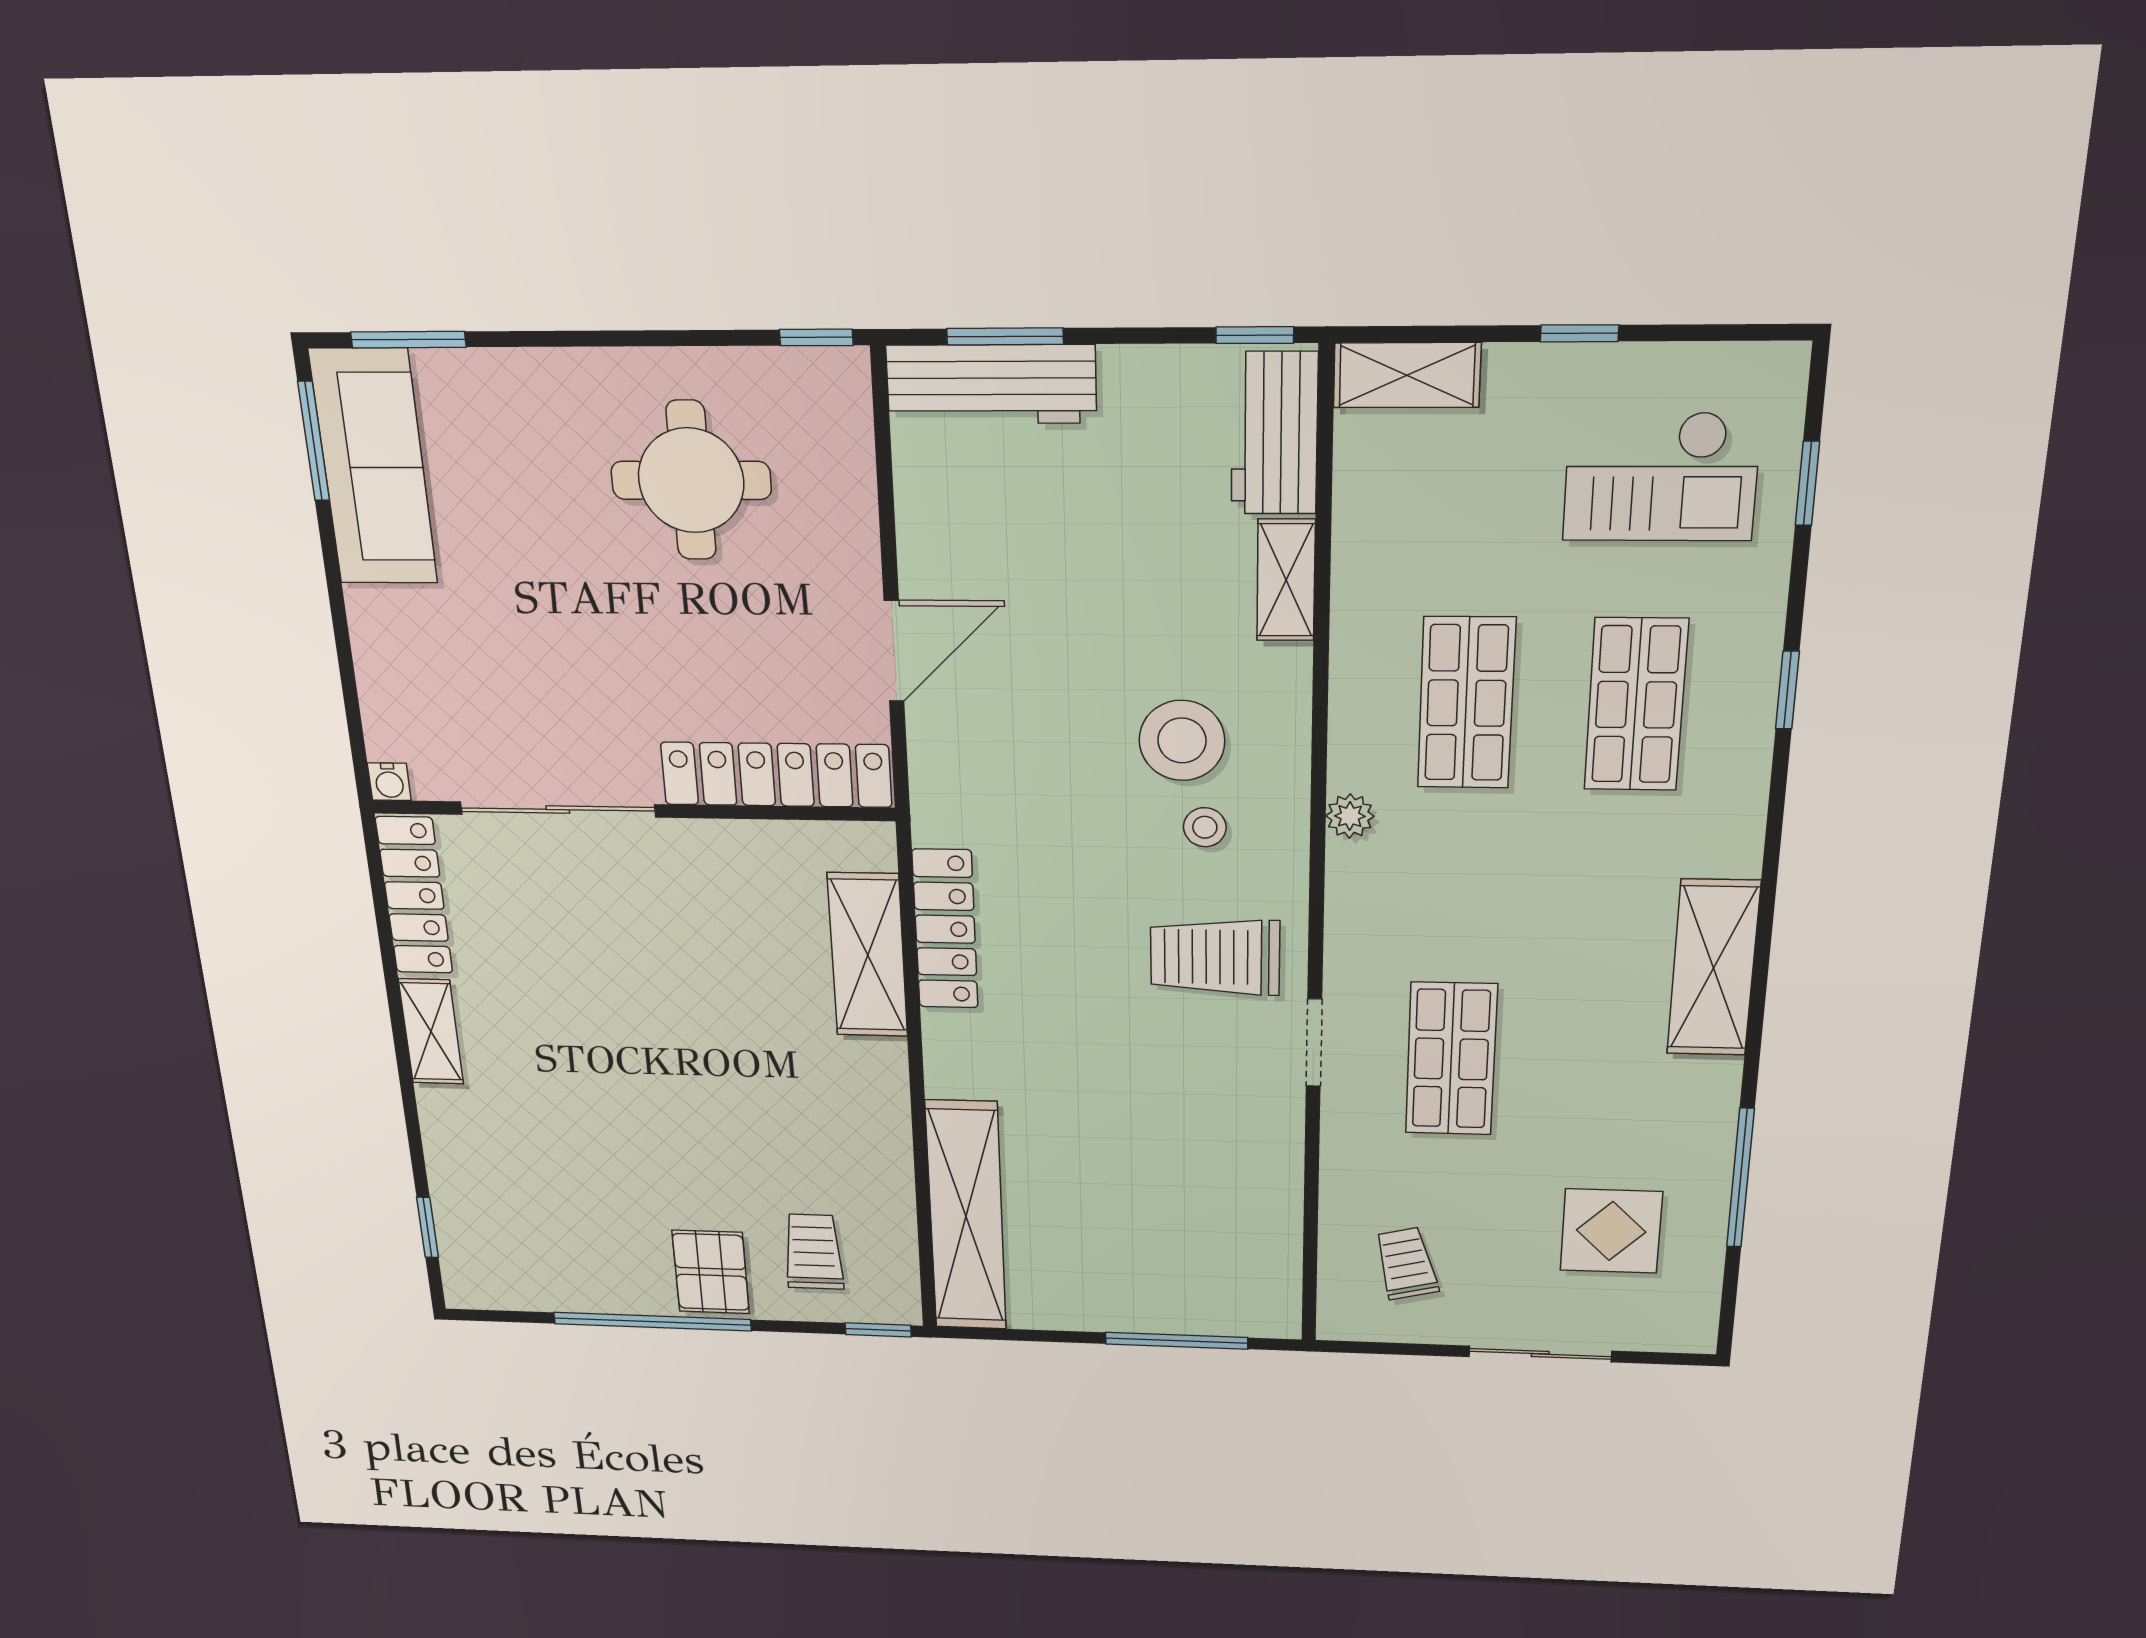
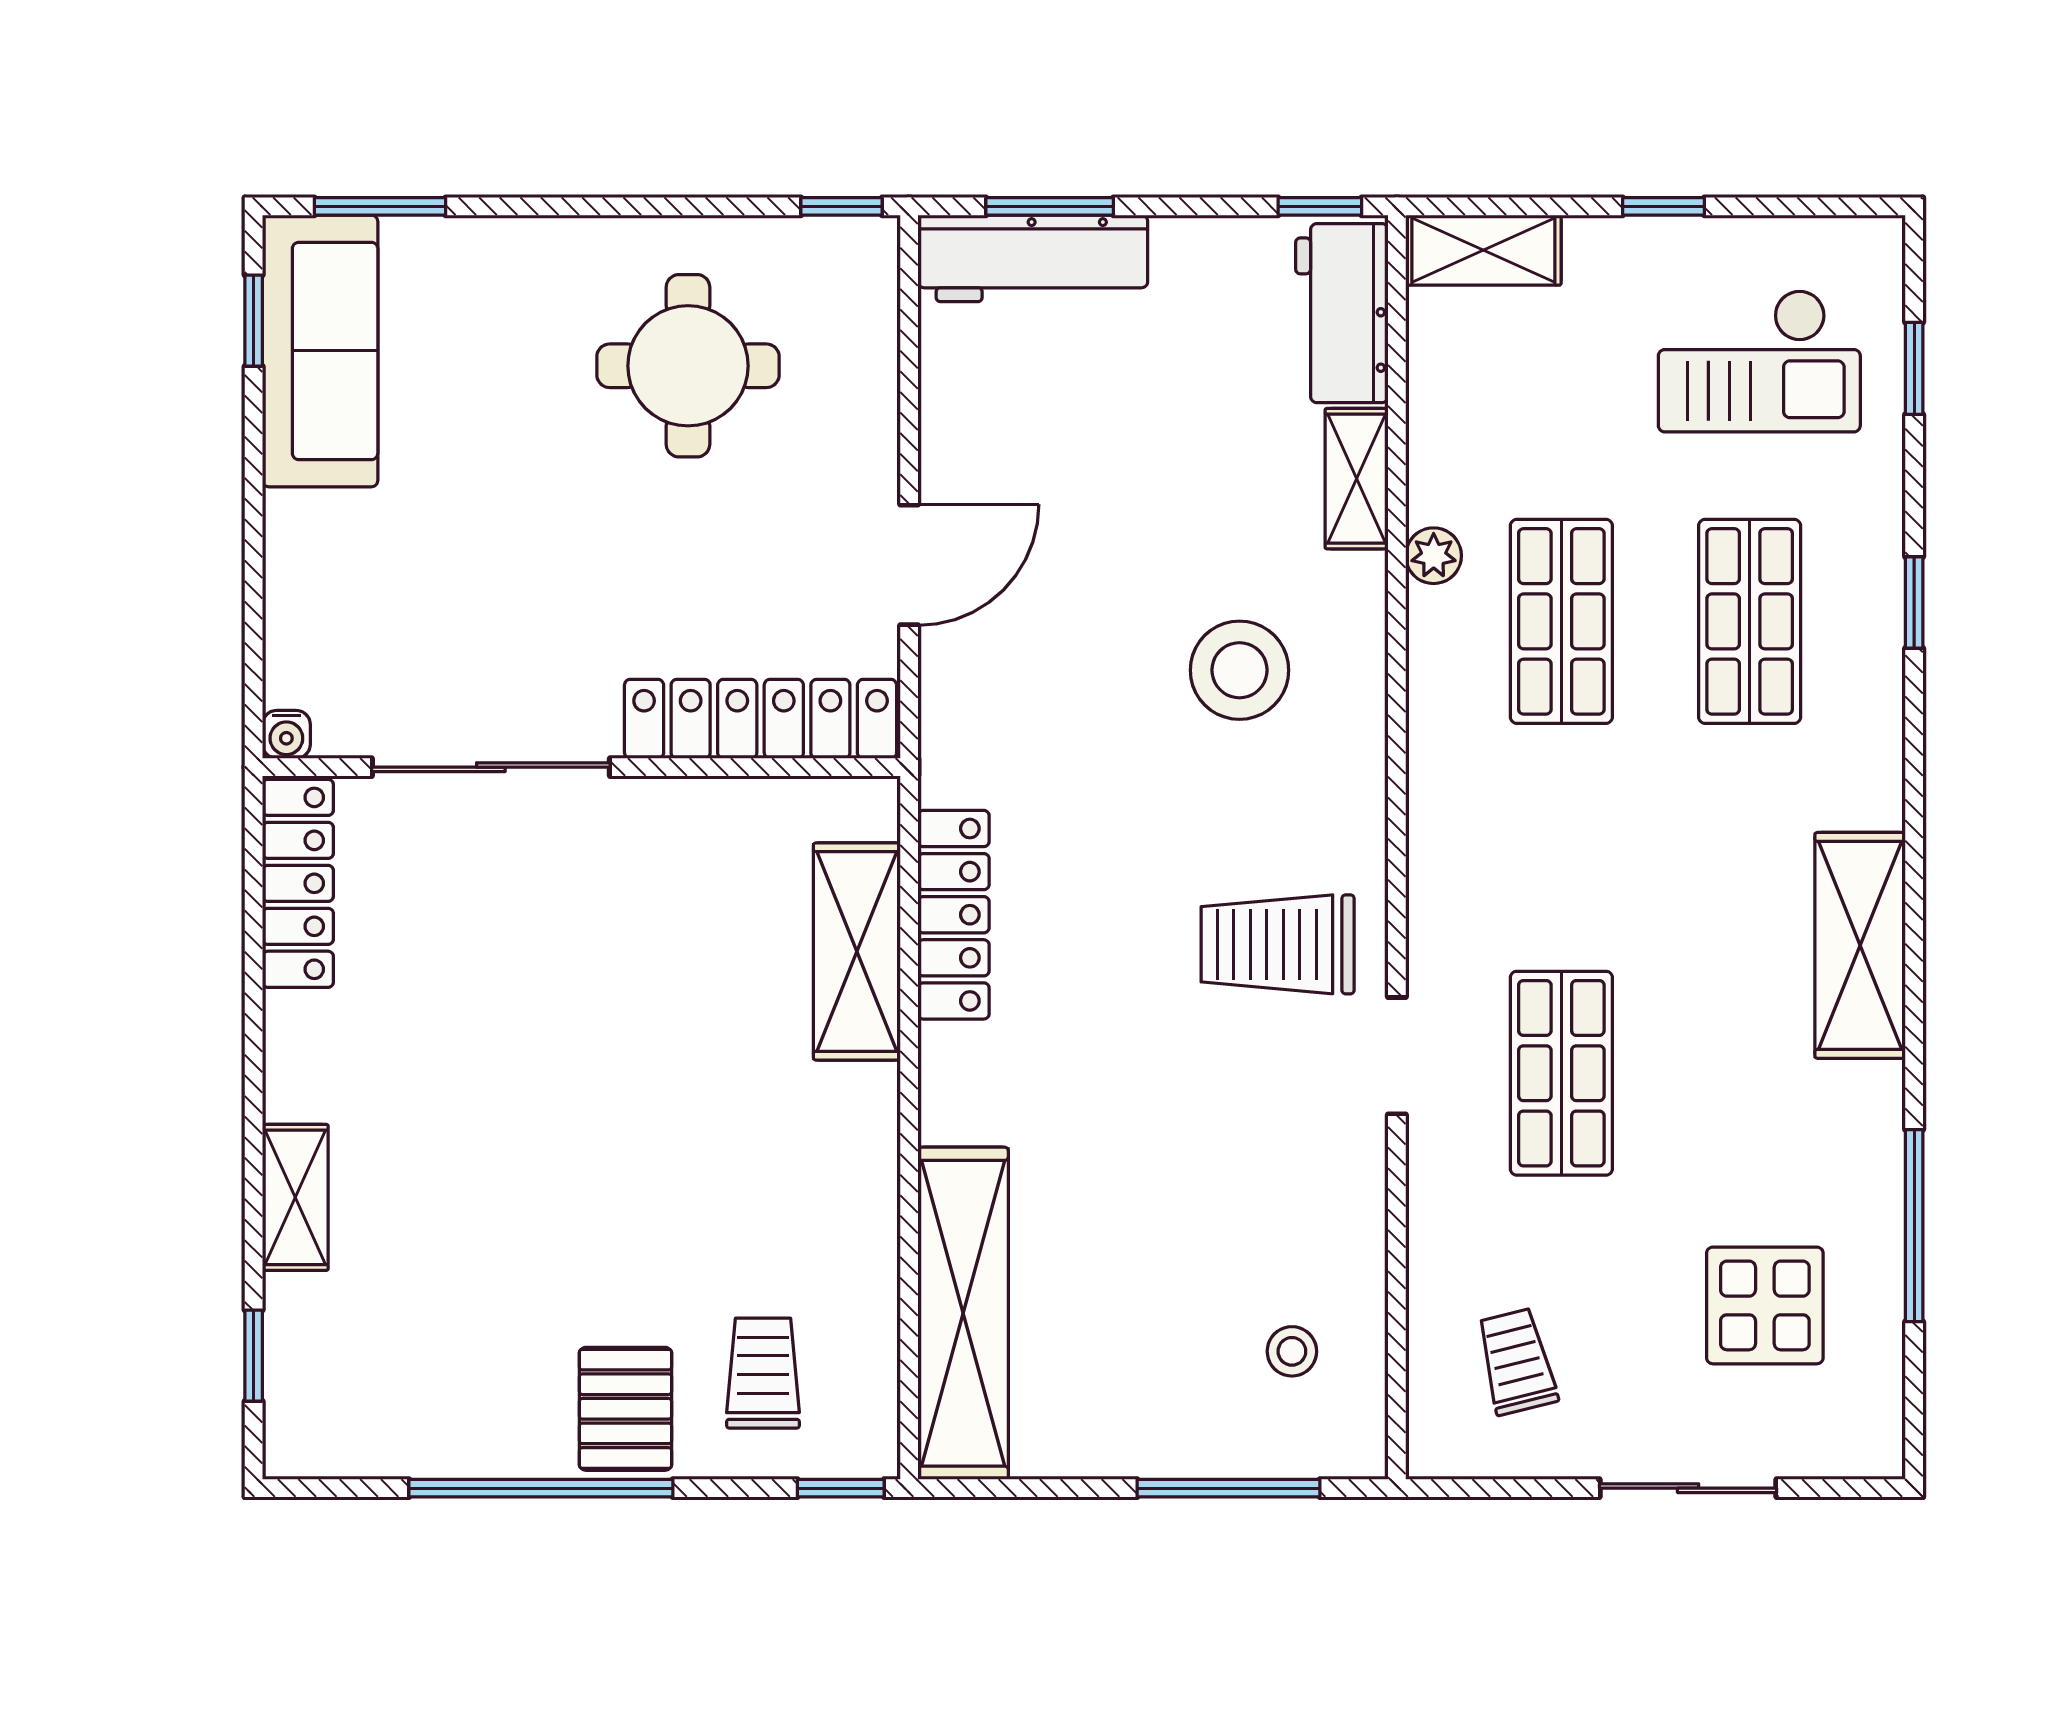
window: (314, 441) -> (254, 321), width x0.67
plant: (1350, 816) -> (1434, 556), moved
stool: (1205, 827) -> (1292, 1351), moved
shelving: (431, 1032) -> (295, 1197), moved

